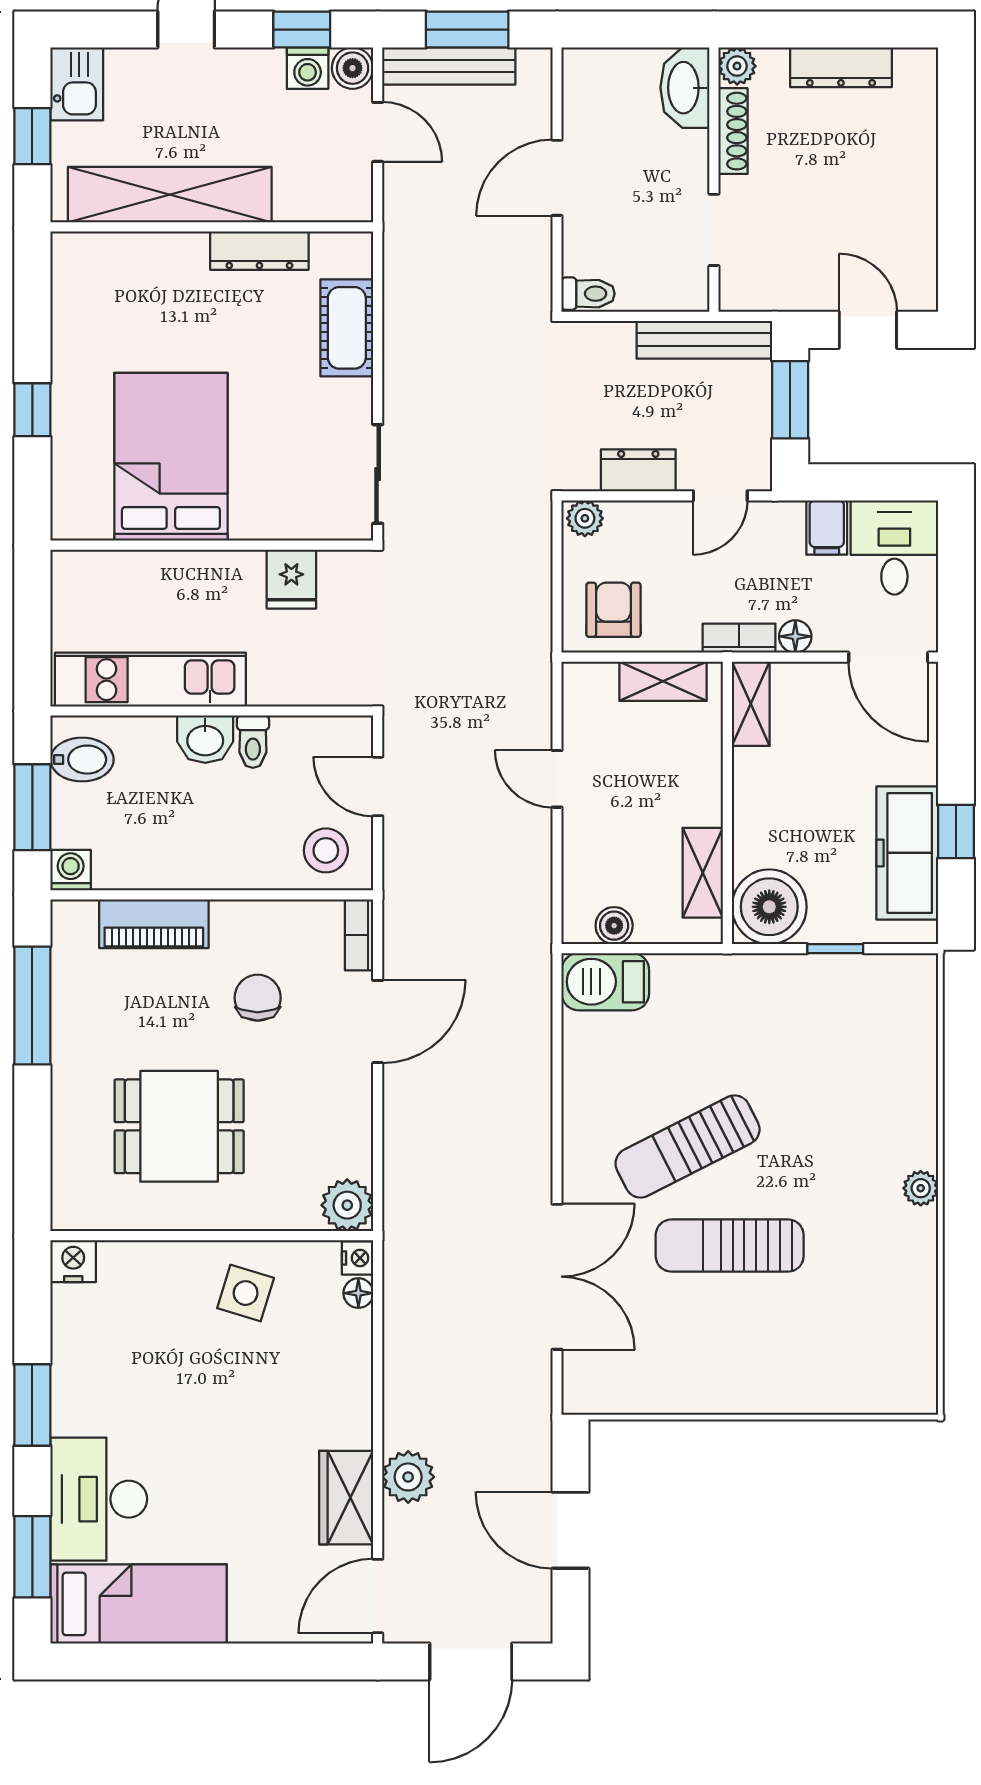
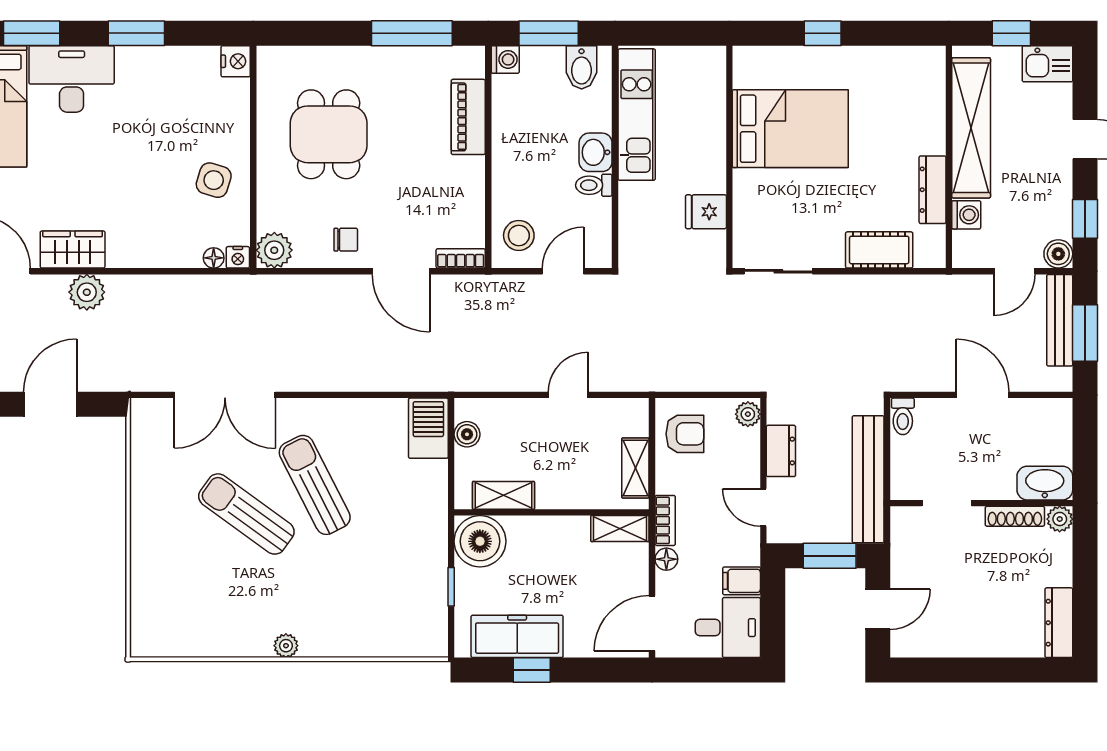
dresser: (841, 67) -> (1059, 623), moved
washing machine: (308, 68) -> (966, 215), moved, turned 180
bench: (704, 340) -> (868, 479), width x1.37, depth x1.21
chair: (258, 998) -> (346, 240), moved, width x0.73, depth x0.73
sun lounger: (730, 1246) -> (246, 514), turned -54

